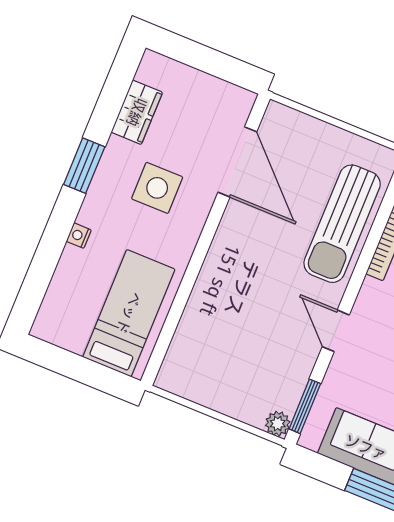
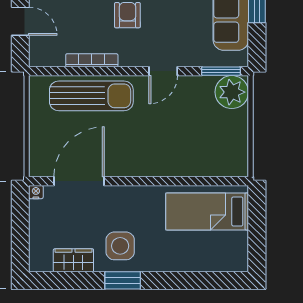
side table: (157, 188) -> (120, 246), moved
nightstand: (79, 236) -> (36, 192), moved, turned 180
plant: (278, 424) -> (232, 92), width x1.88, depth x1.88

